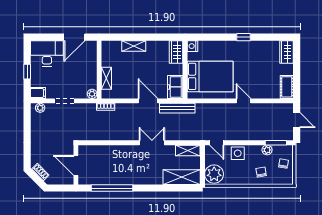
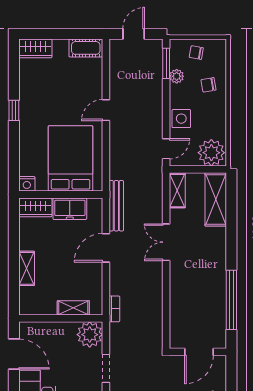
freezer: (175, 87) -> (70, 209), moved
plant: (92, 94) -> (90, 335), width x1.88, depth x1.88

